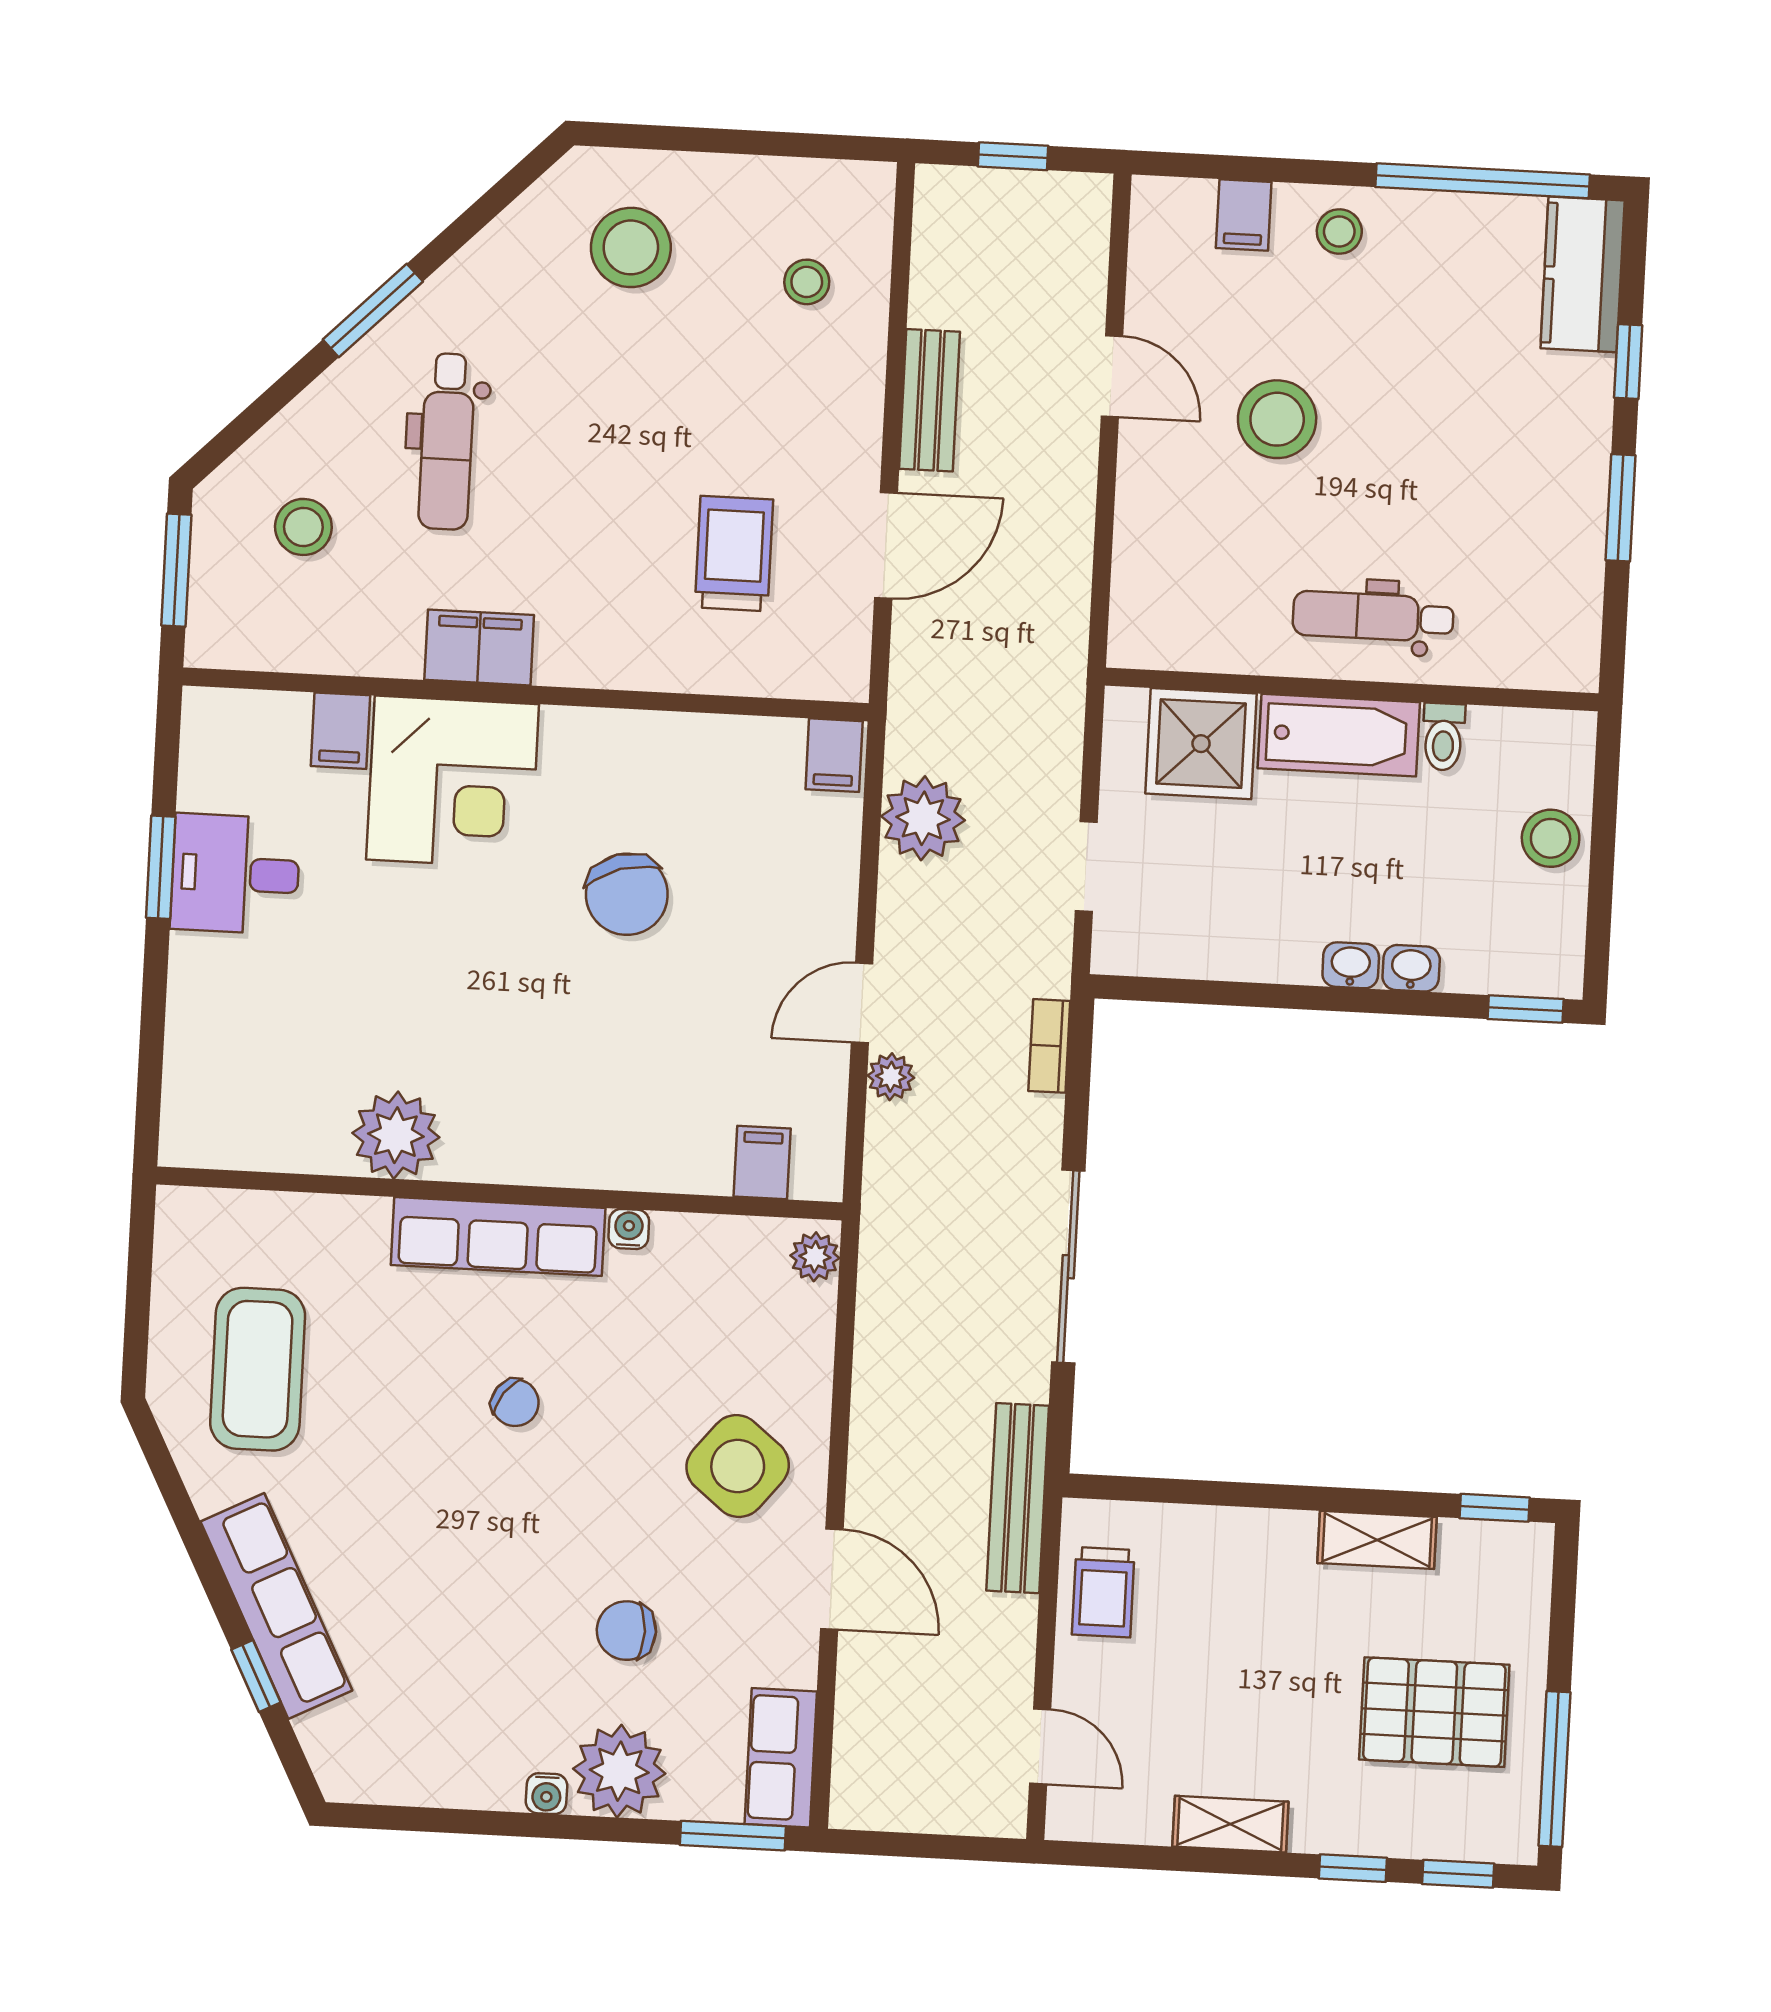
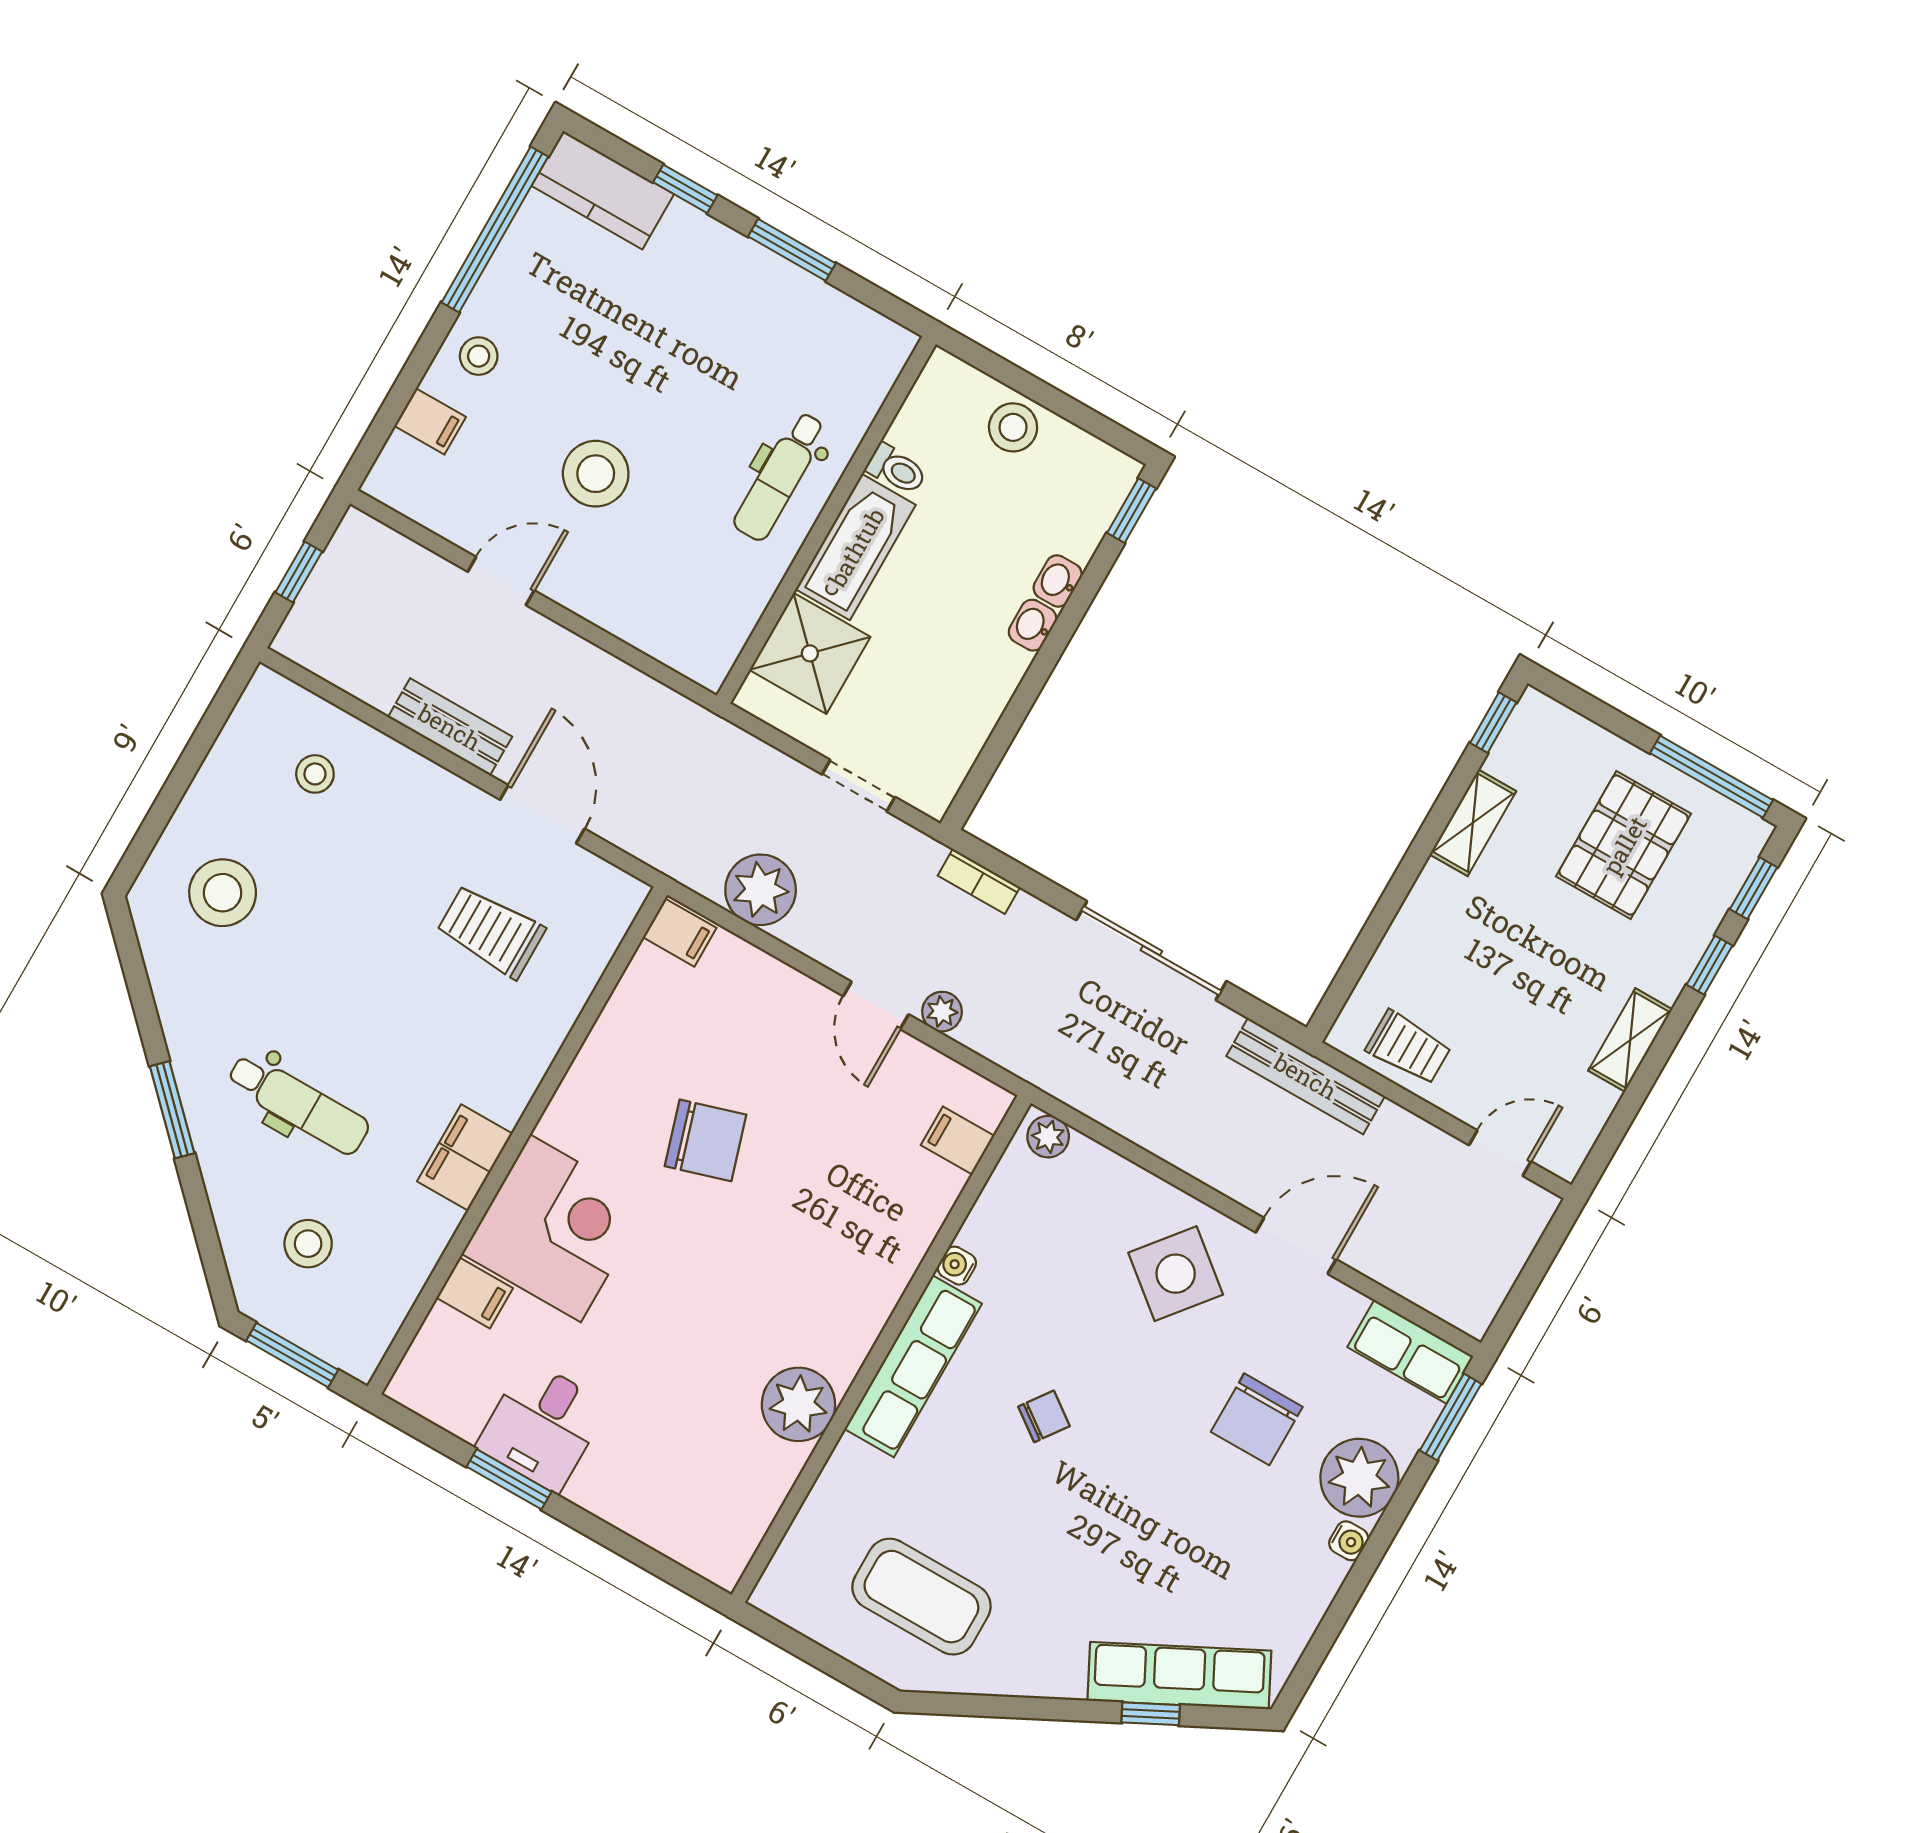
row of seats: (276, 1606) -> (1179, 1676), moved
chair: (626, 1631) -> (1257, 1419), width x1.37, depth x1.37

